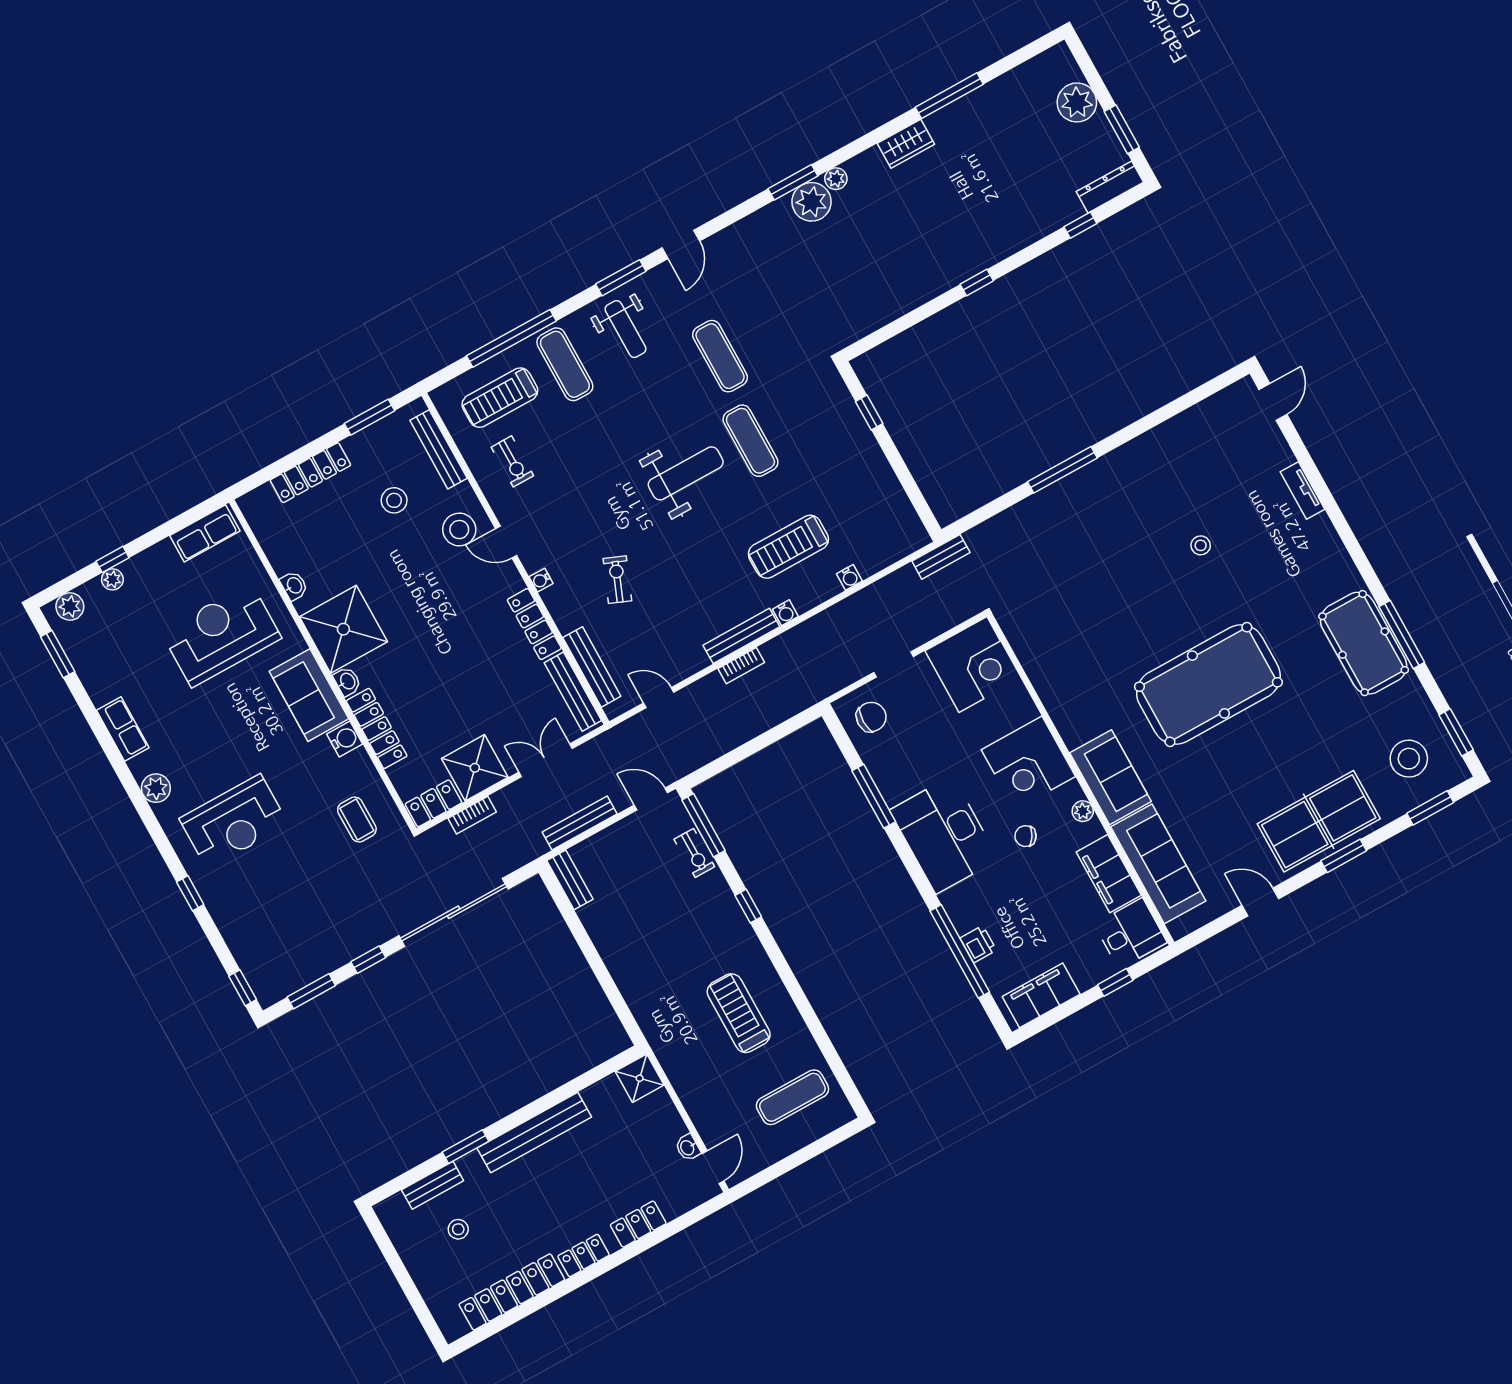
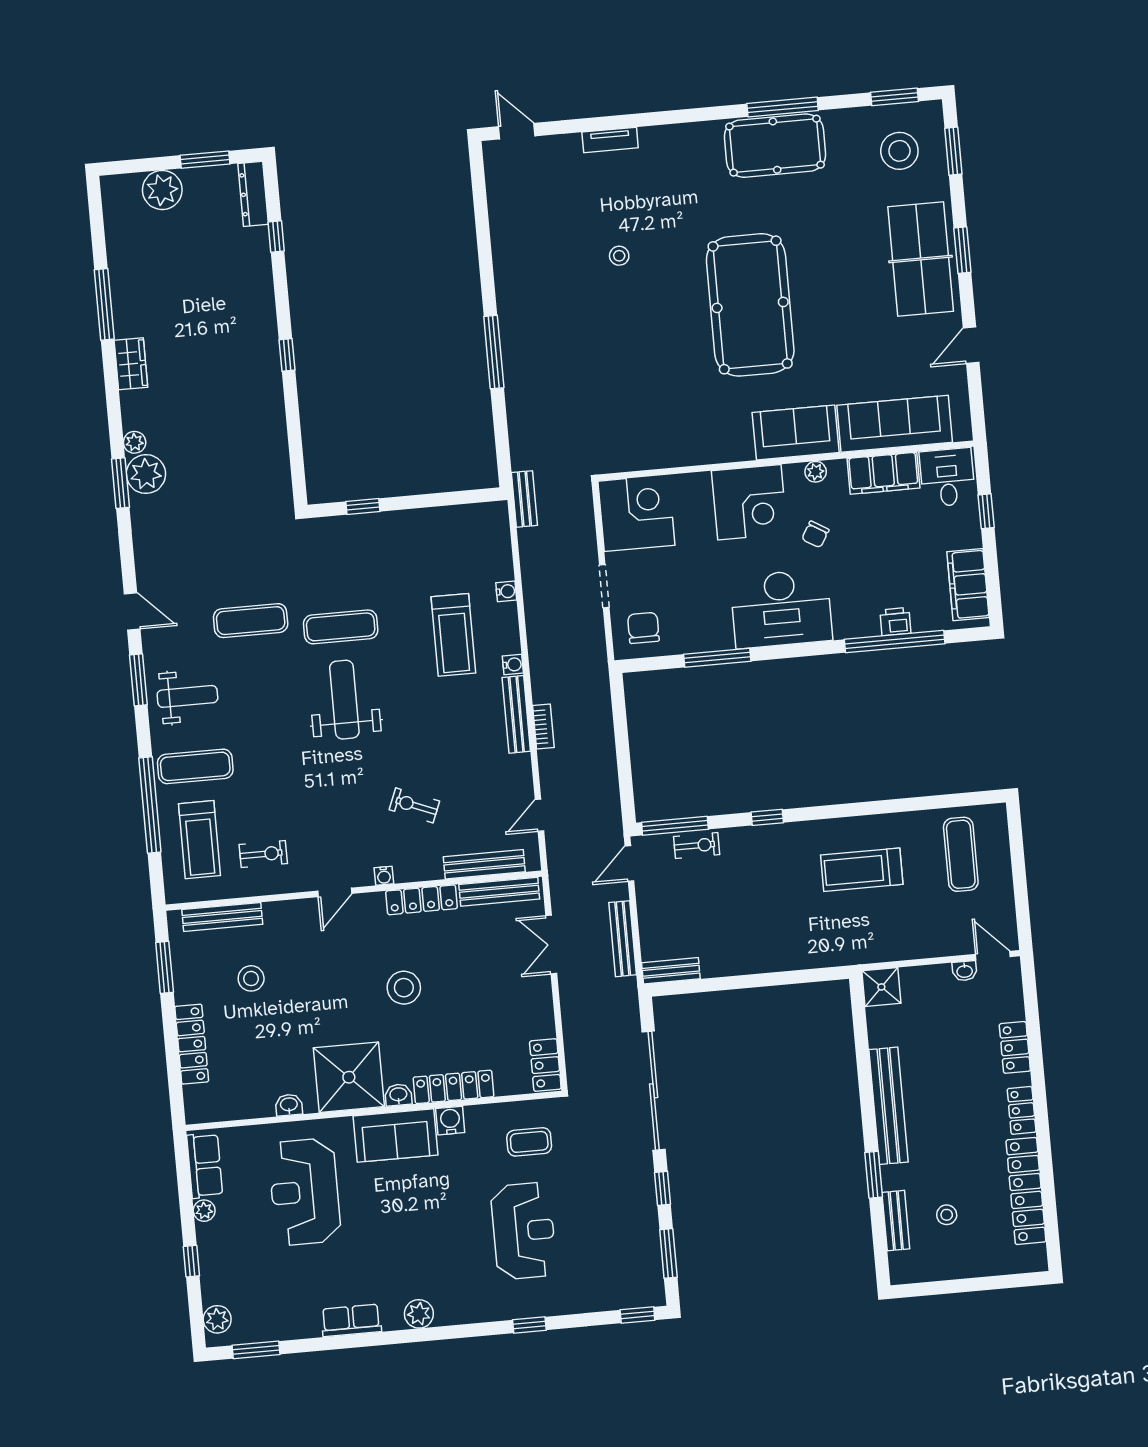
stool: (459, 530) -> (404, 988), moved
plant: (112, 579) -> (204, 1211), moved
shower: (475, 768) -> (529, 1013), removed
bookcase: (472, 815) -> (572, 1034), removed
reception desk: (234, 821) -> (524, 1231), moved

